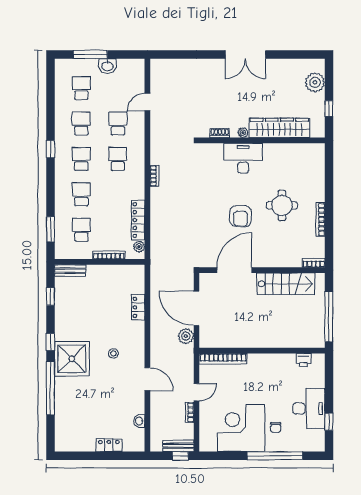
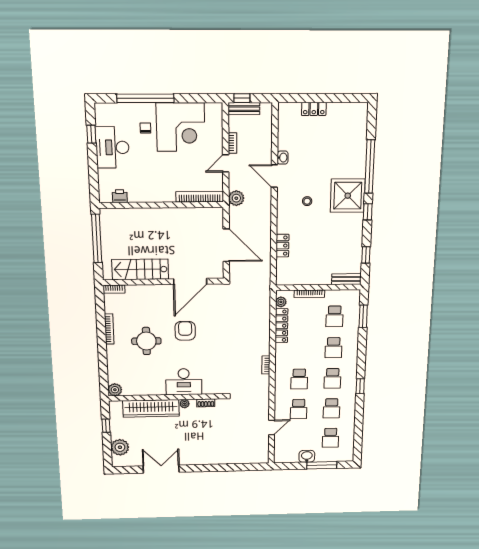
double door: (245, 54) -> (161, 469), moved
plant: (317, 151) -> (115, 390), added
plant: (186, 336) -> (236, 198), moved
washbasin: (139, 421) -> (283, 158), moved

